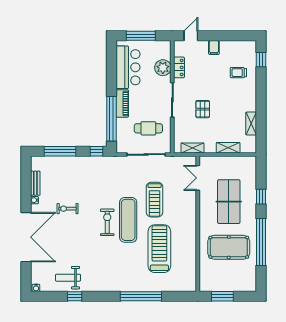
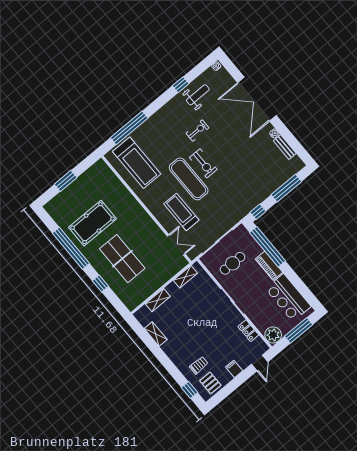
plant: (163, 68) -> (273, 335), moved
pallet: (203, 109) -> (210, 383), moved
double door: (198, 178) -> (176, 245), moved
exercise bike: (67, 209) -> (197, 131), moved
wall: (198, 224) -> (146, 209), moved
treadmill: (159, 249) -> (137, 163), moved

